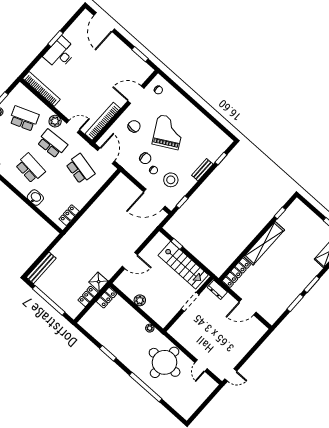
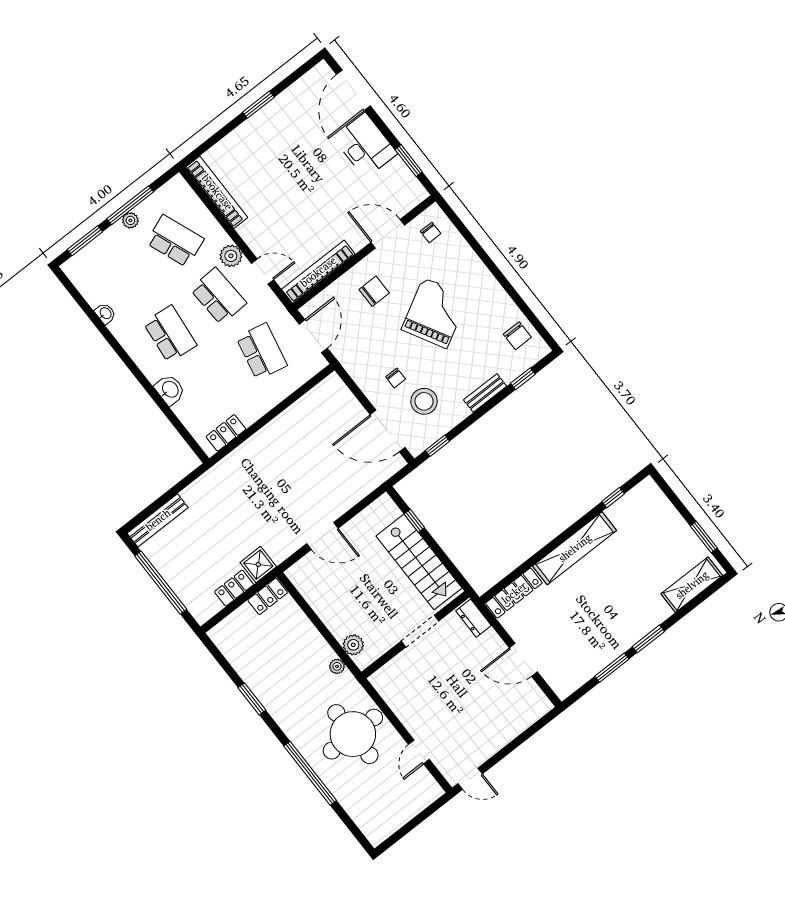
desk: (60, 53) -> (365, 146), moved, turned 90
chair: (145, 158) -> (517, 336), moved
plant: (140, 300) -> (353, 645), moved

